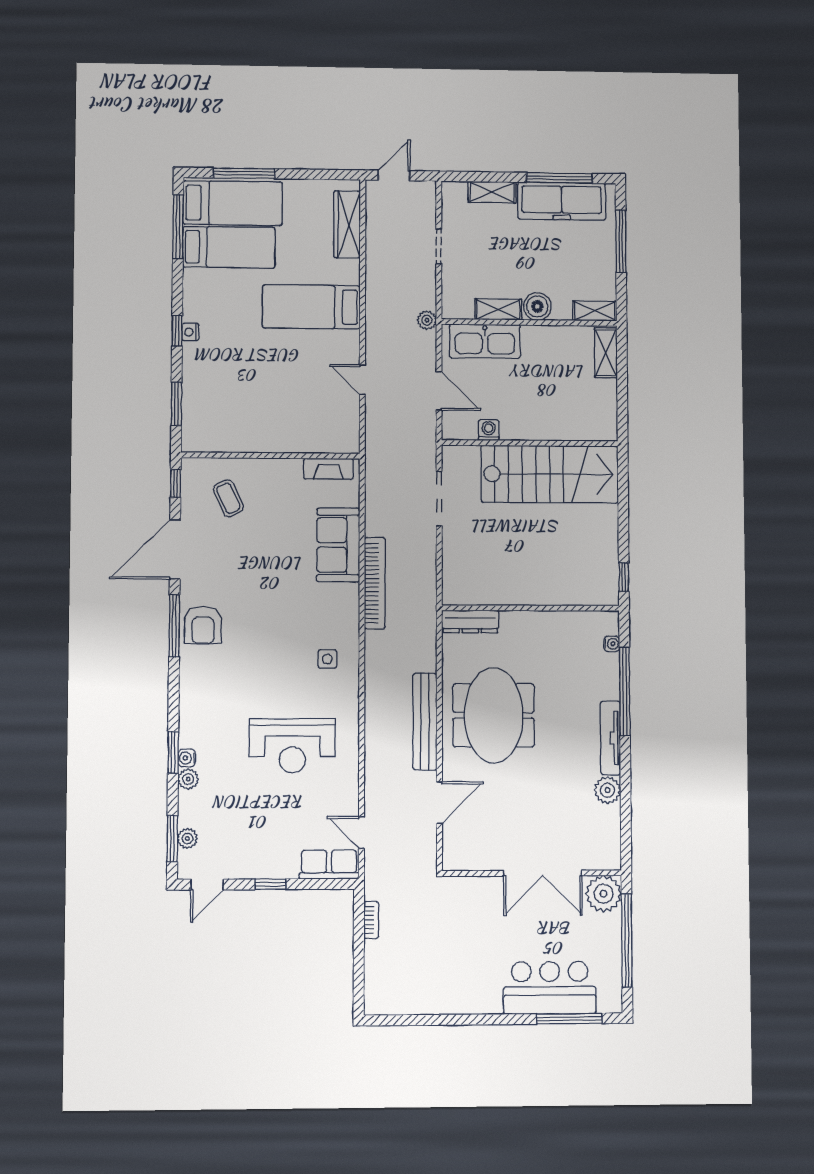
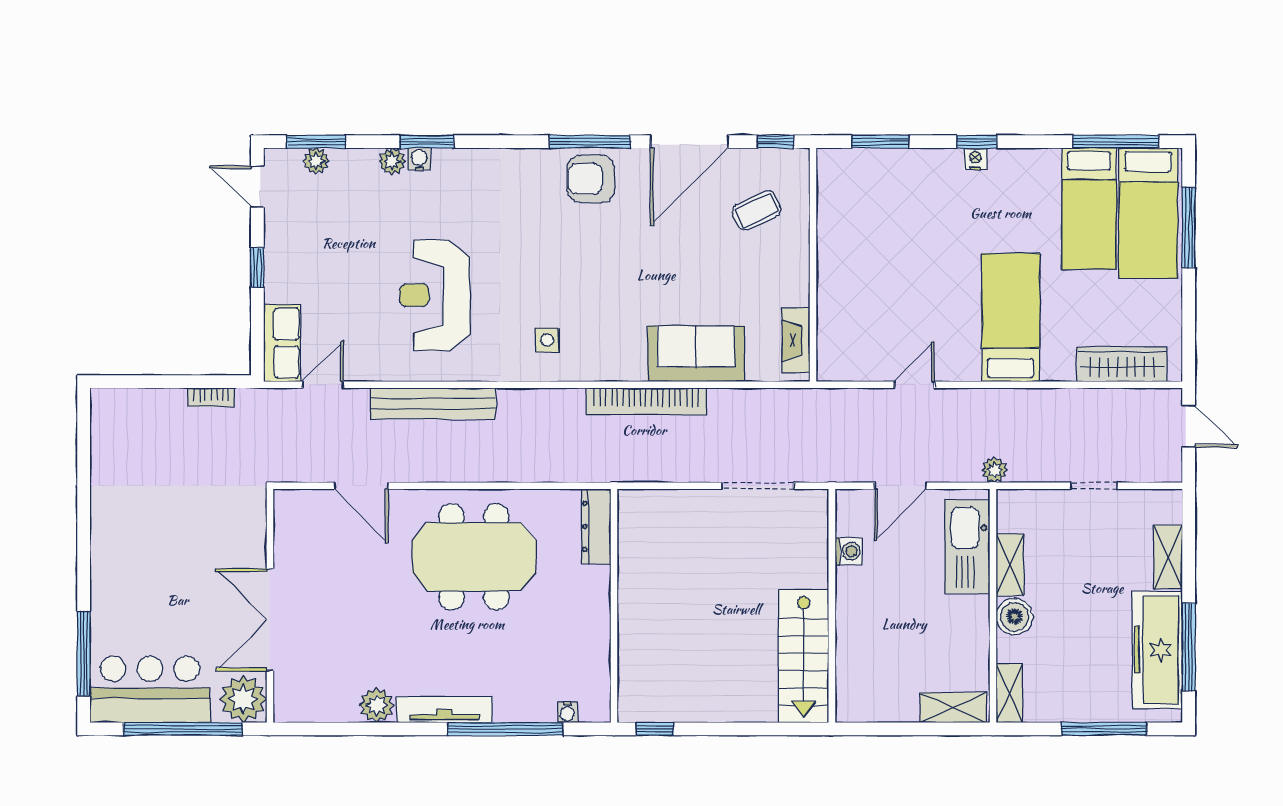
stairs: (550, 474) -> (804, 656), width x0.73, depth x0.66
door: (175, 549) -> (689, 142), swing flipped
bench: (425, 722) -> (433, 404), moved
bar counter: (550, 988) -> (150, 689), moved, turned -90

